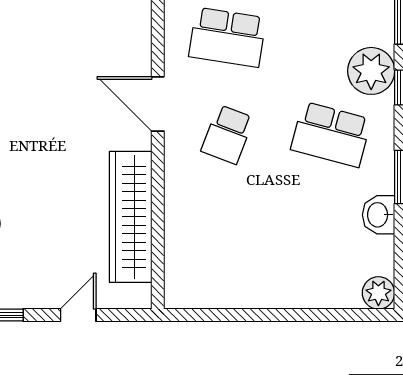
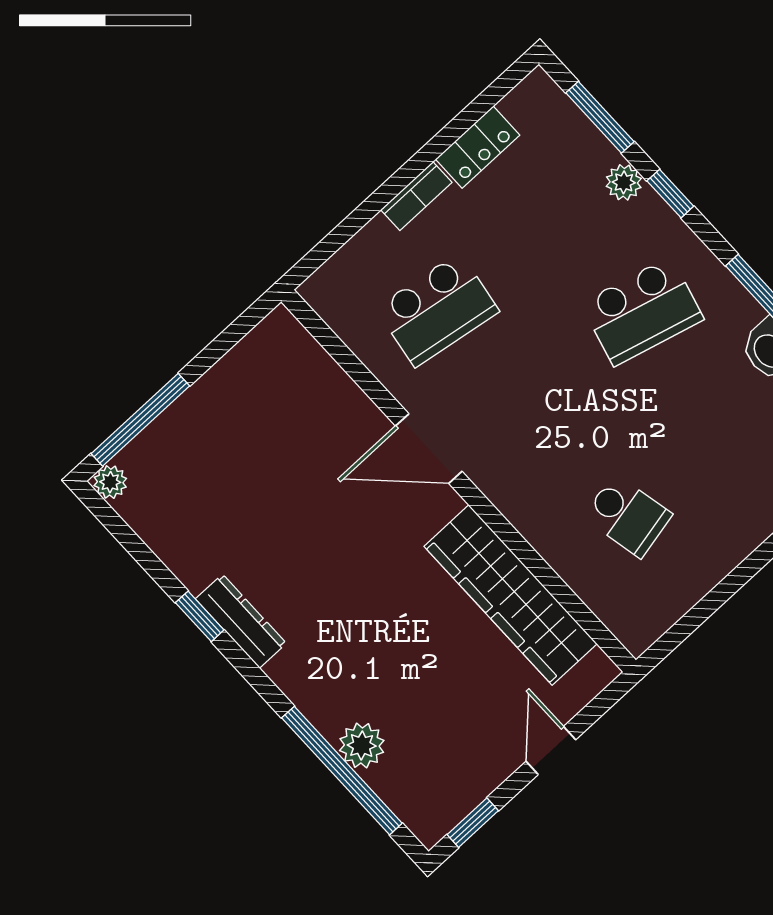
plant: (371, 71) -> (624, 182), width x0.53, depth x0.53
school desk: (227, 134) -> (628, 516), moved, turned -33

